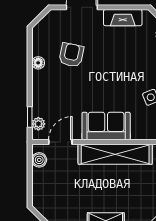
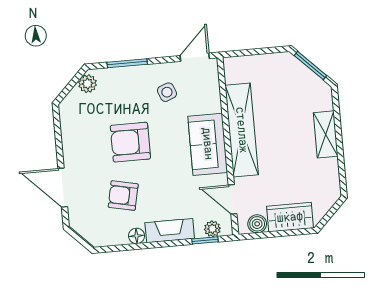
fireplace: (123, 18) -> (170, 231), moved, turned -90
armchair: (113, 65) -> (130, 142), added
wardrobe: (42, 187) -> (290, 217), added

